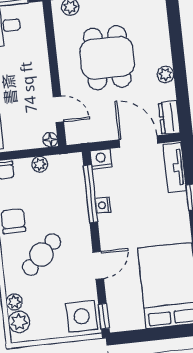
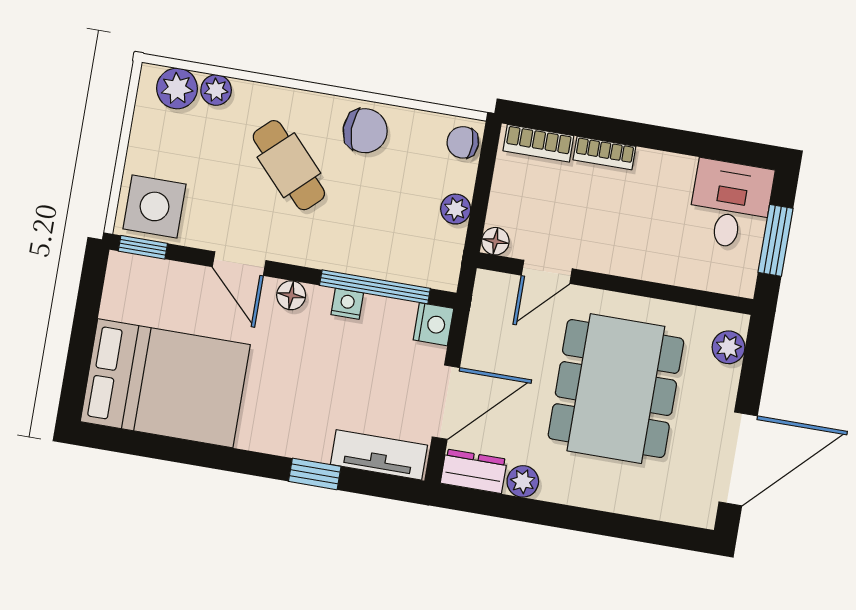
dining table: (107, 58) -> (616, 389), width x1.38
plant: (165, 74) -> (523, 481), moved
floor lamp: (107, 235) -> (291, 295), added

